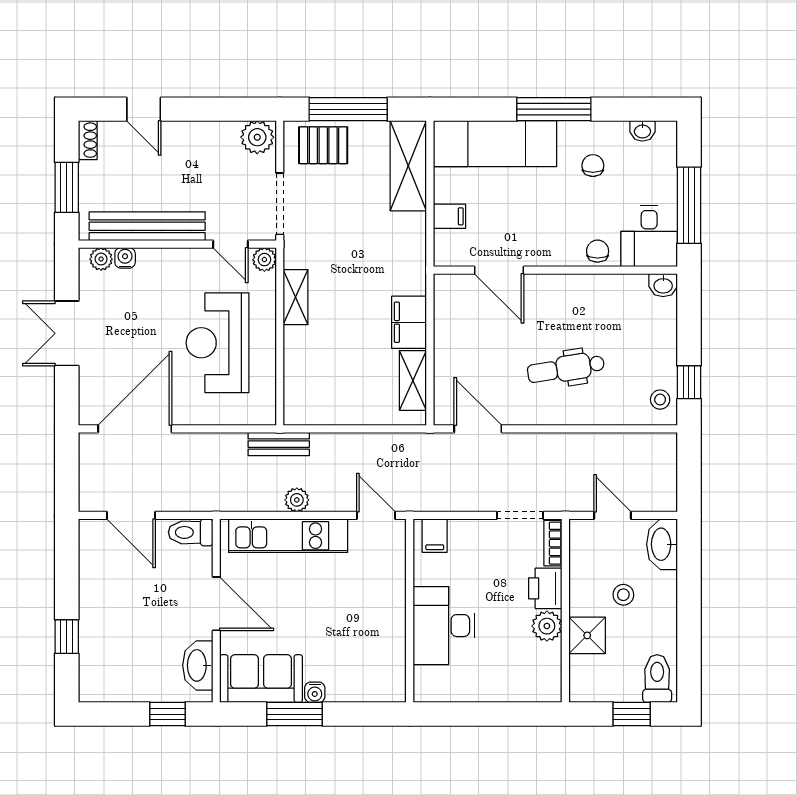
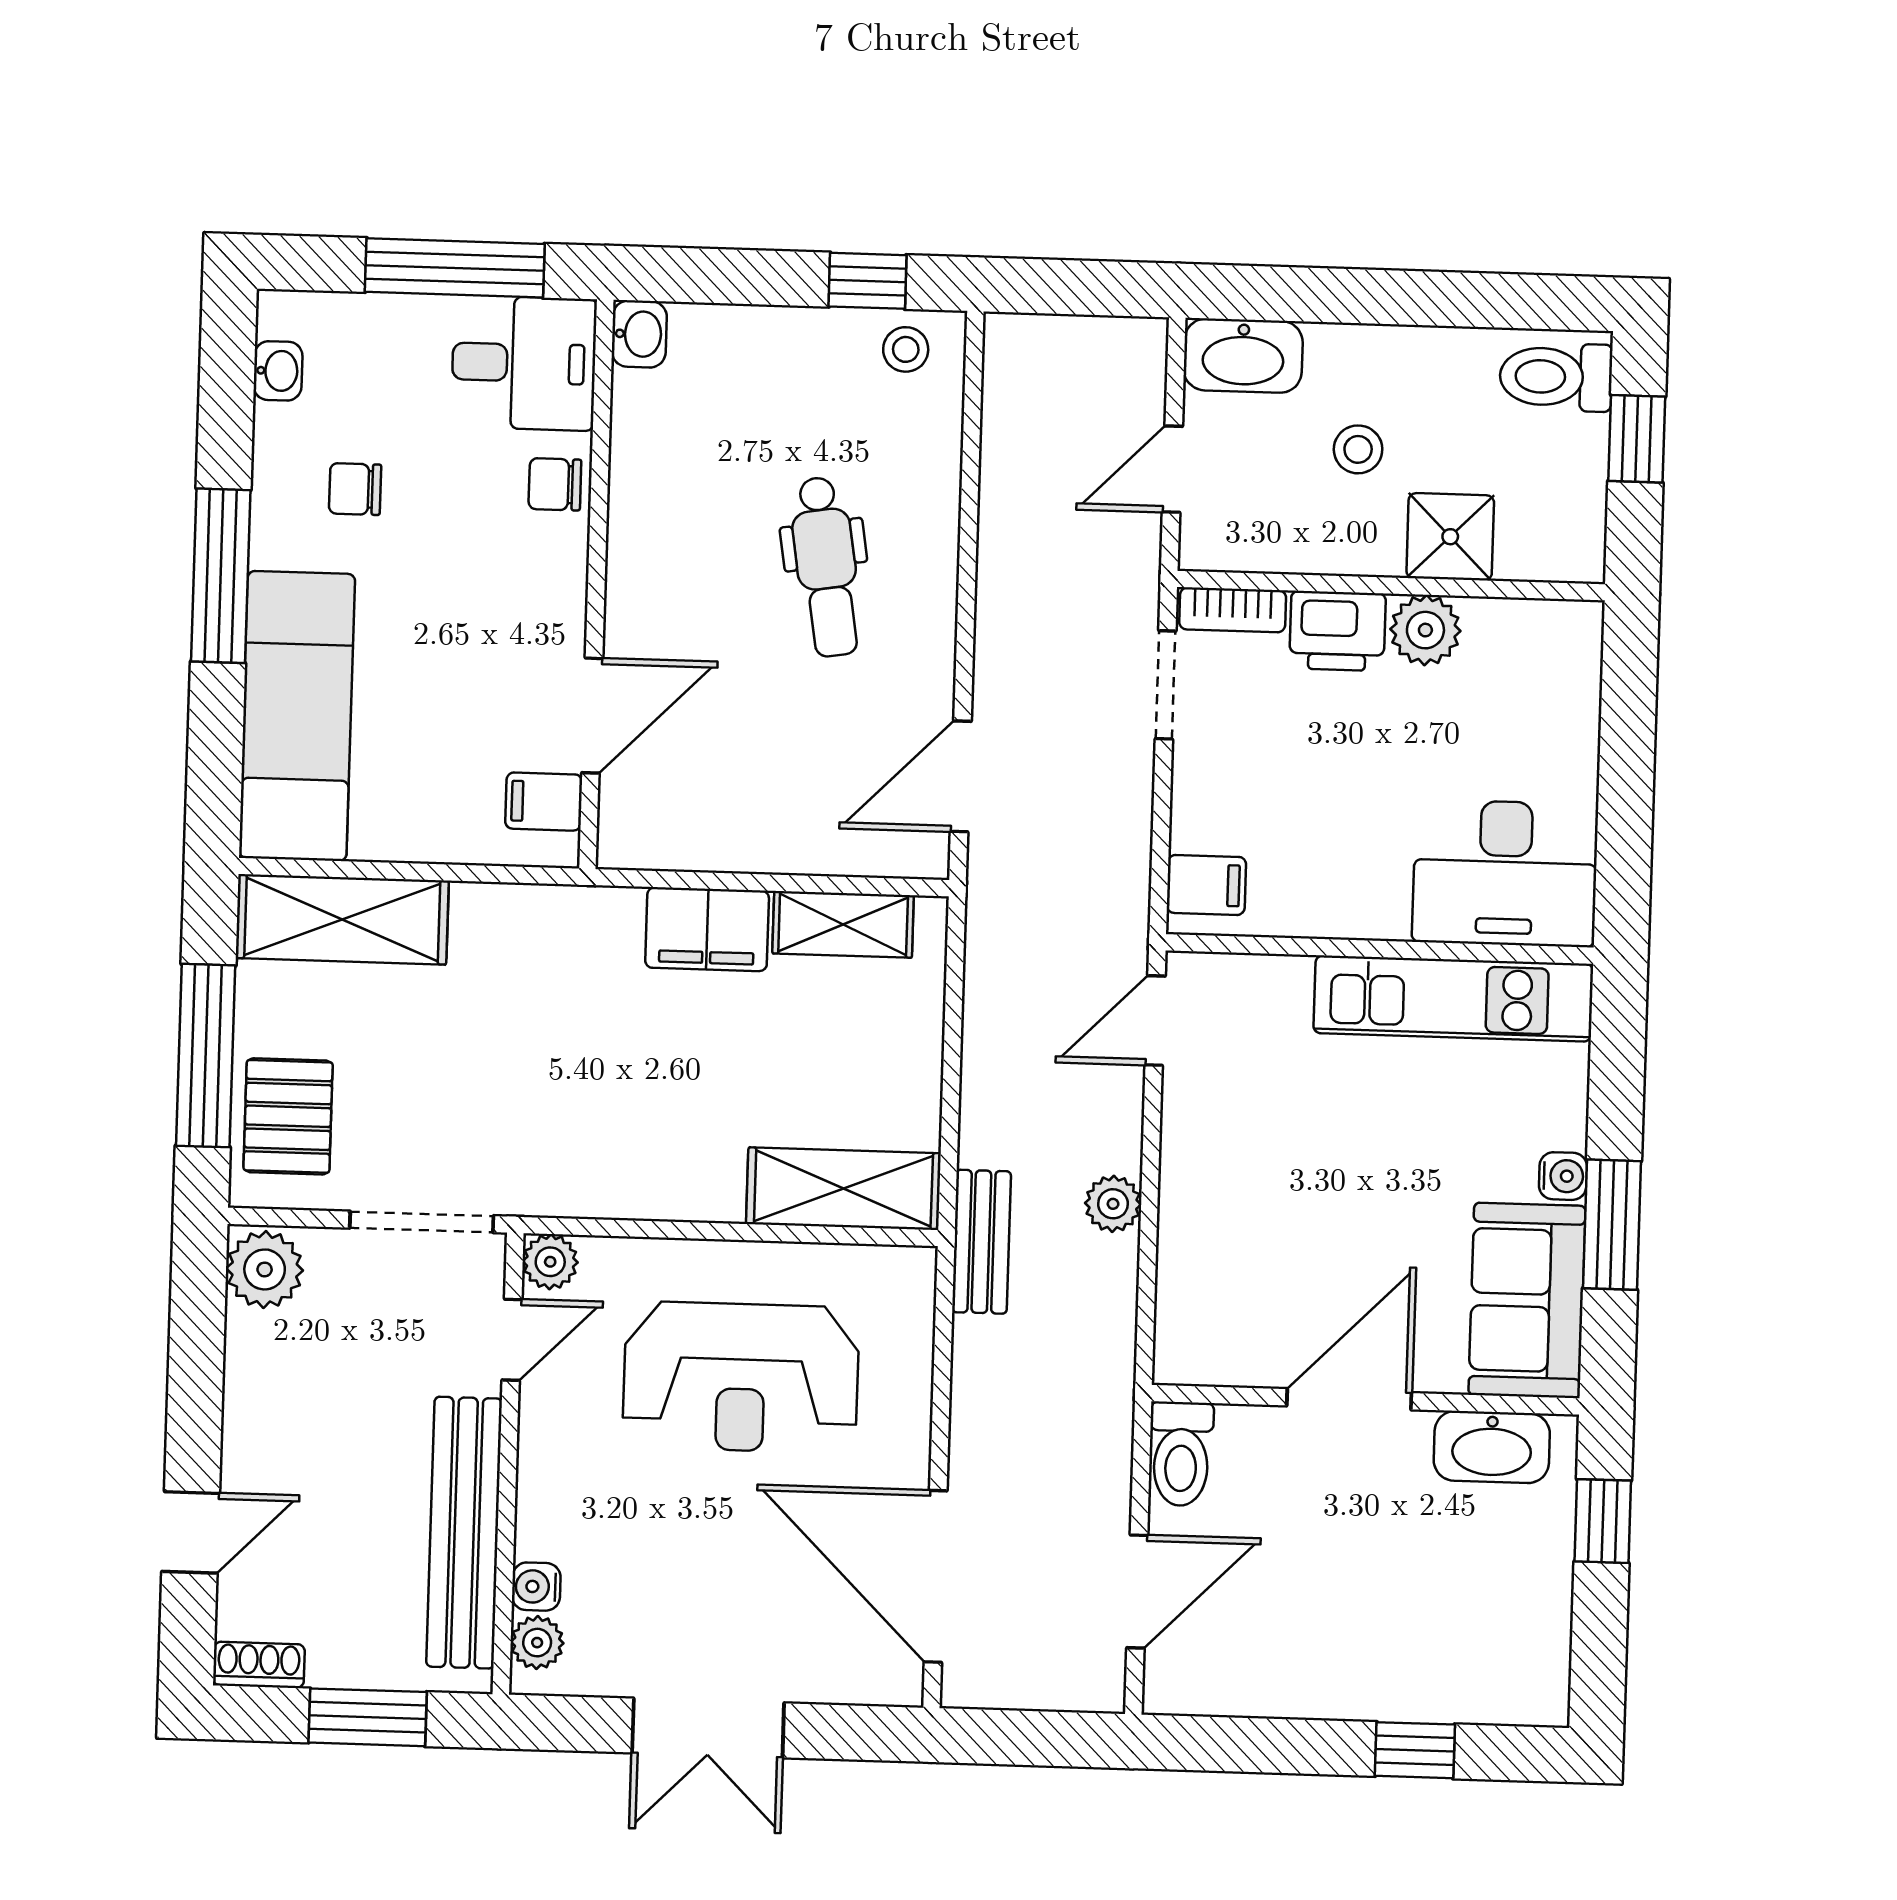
filing cabinet: (449, 216) -> (544, 802), moved, turned -90
shelving: (296, 297) -> (843, 1189), moved, width x1.50, depth x1.33
kitchen unit: (288, 536) -> (1453, 998), moved, turned 90
desk: (444, 626) -> (1505, 873), moved

